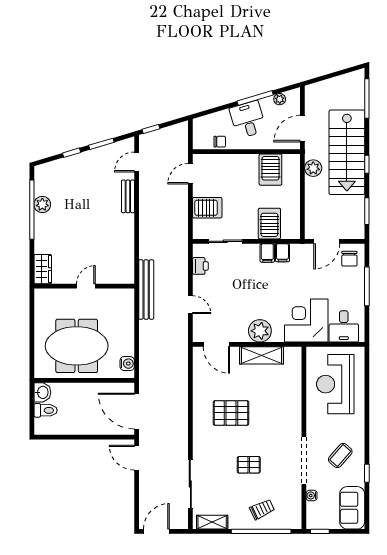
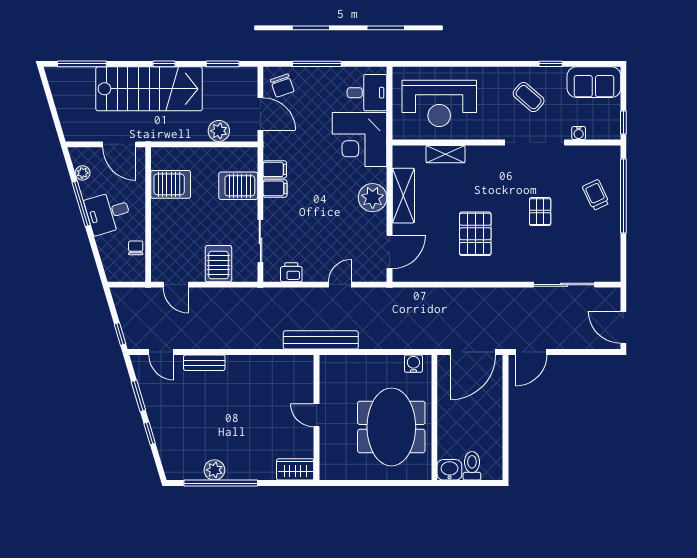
plant: (313, 168) -> (219, 131), moved
chair: (349, 259) -> (282, 86), turned 71
shelving: (212, 522) -> (446, 154), moved, turned 90

